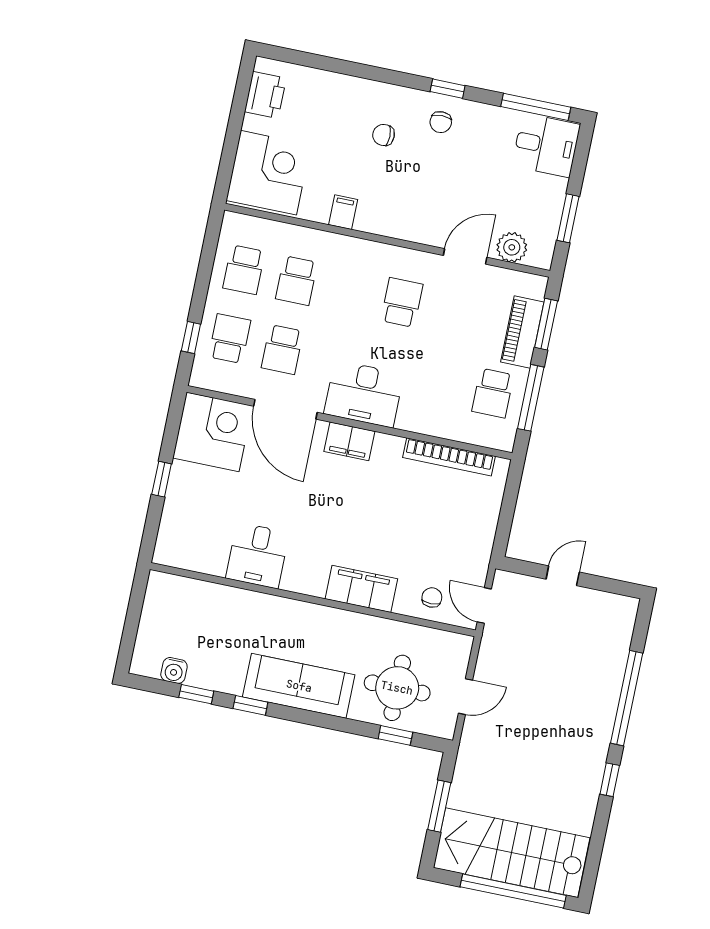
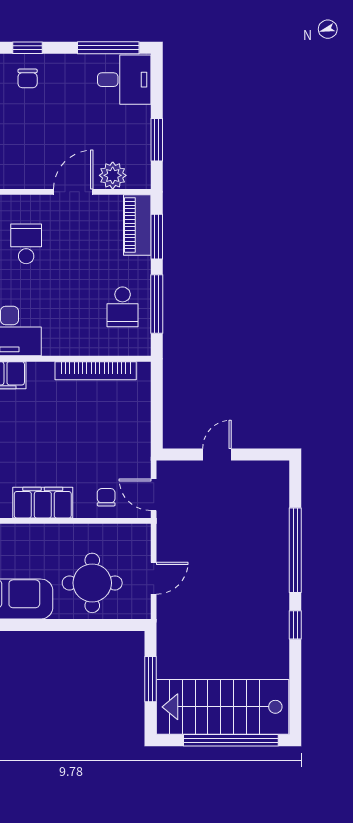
piano: (522, 332) -> (137, 225), moved
window: (395, 735) -> (99, 625), removed

